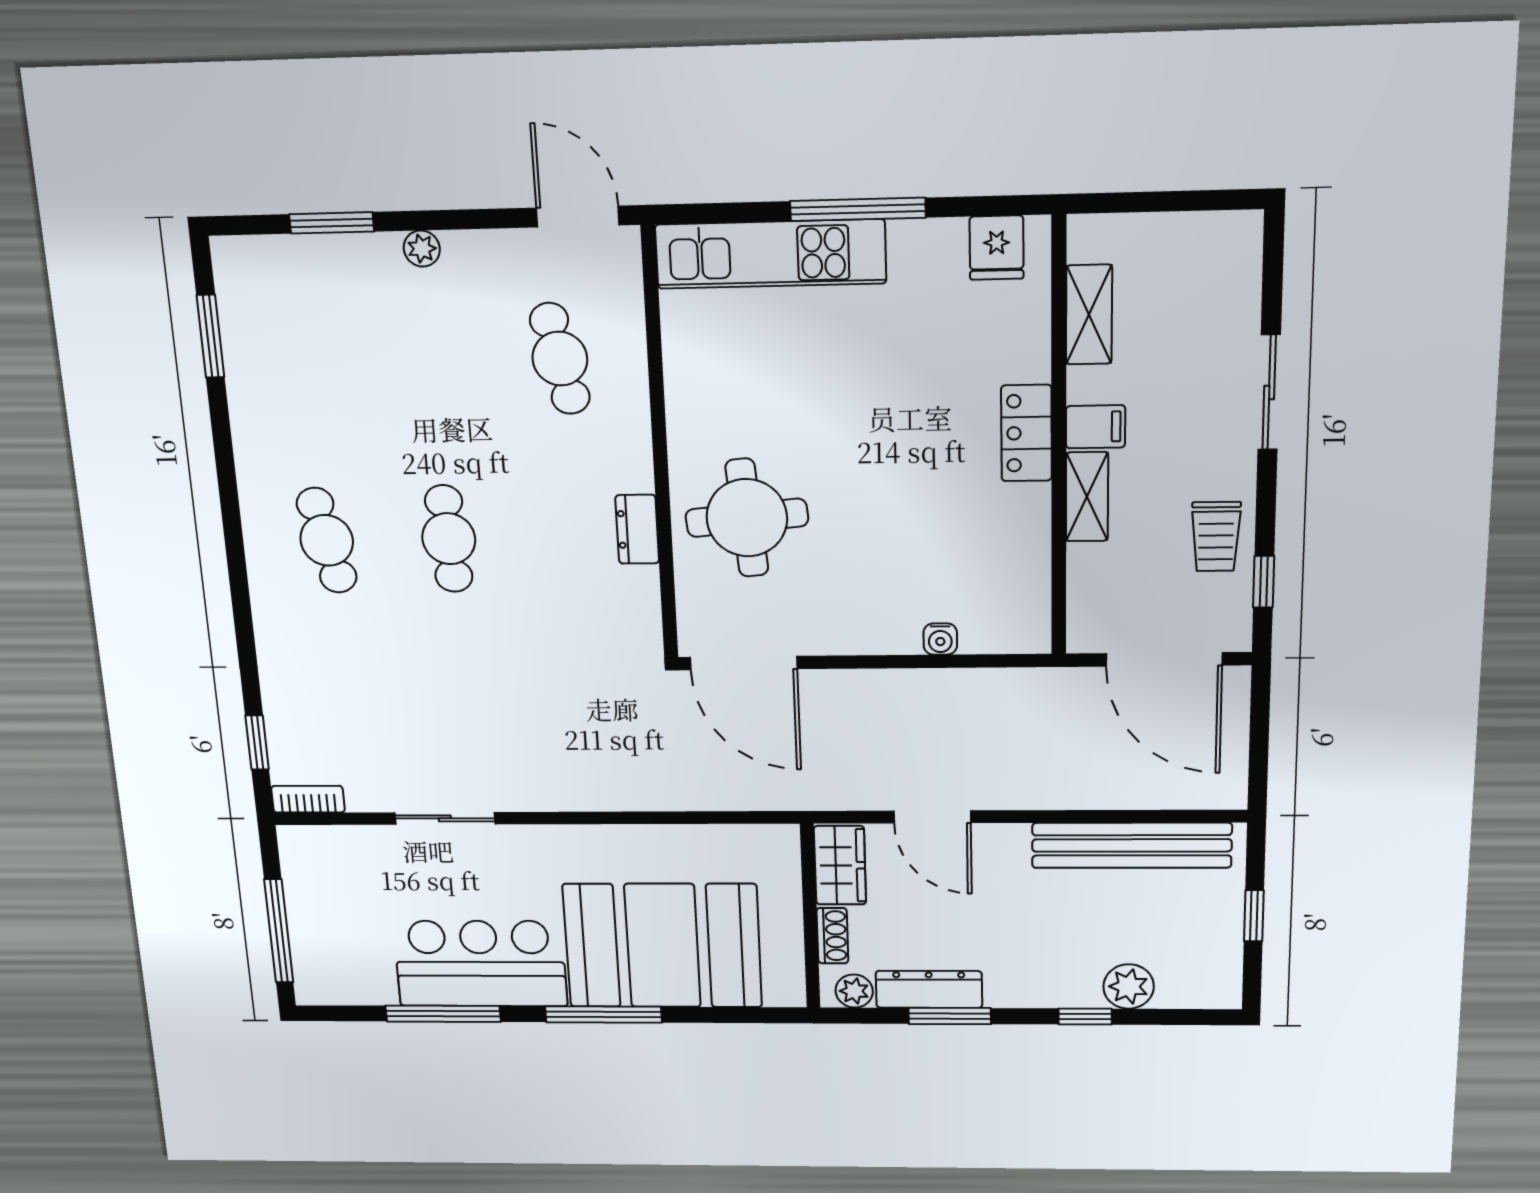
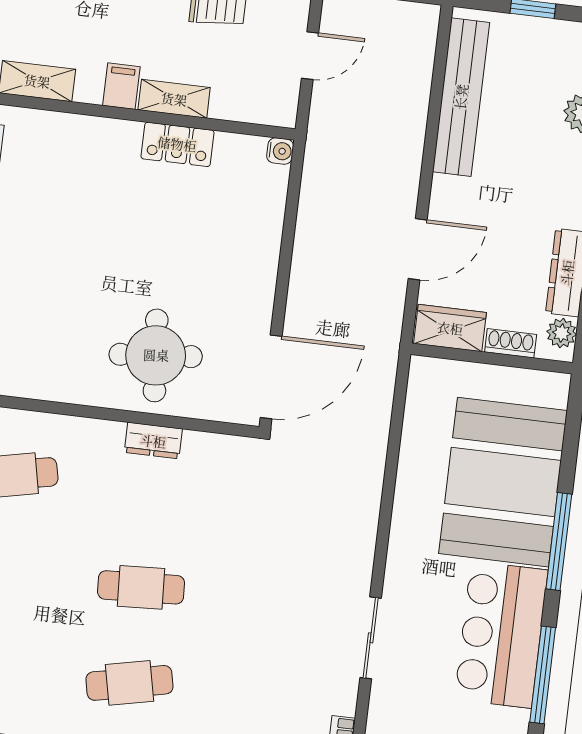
locker: (1026, 433) -> (177, 144), moved
water cooler: (940, 639) -> (280, 151), moved
door: (1164, 659) -> (310, 56), width x0.53

